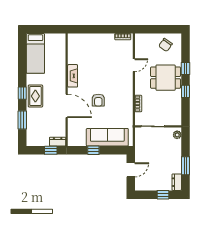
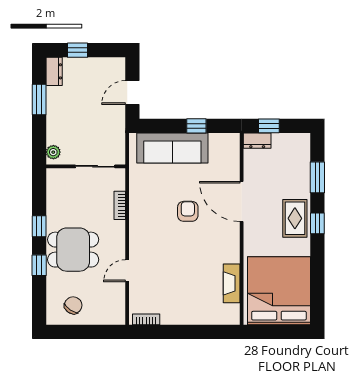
bed: (35, 53) -> (279, 291), width x2.04
fireplace: (73, 76) -> (232, 283), moved

